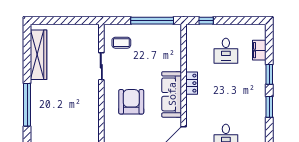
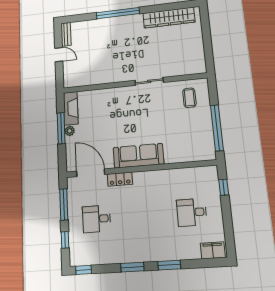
filing cabinet: (259, 50) -> (213, 250), moved
sliding door: (101, 66) -> (149, 81), moved
locker: (192, 83) -> (120, 179), moved
armchair: (131, 102) -> (128, 114), removed

